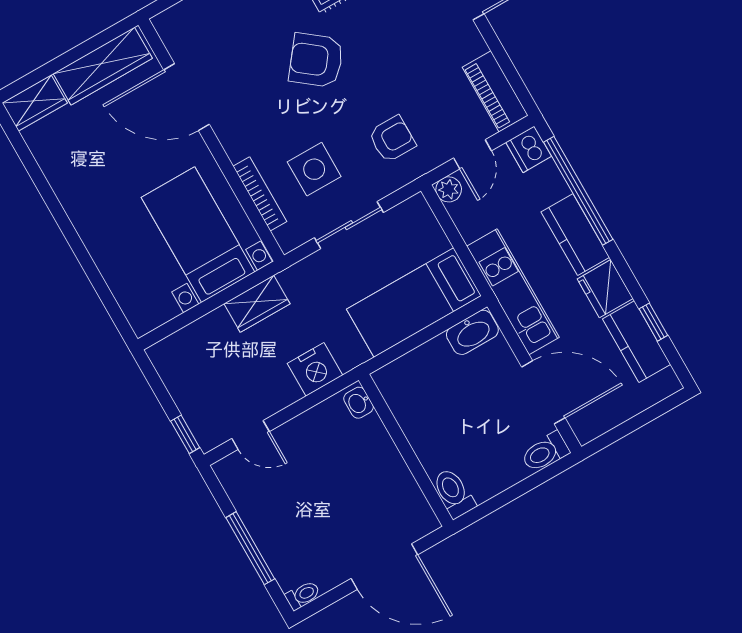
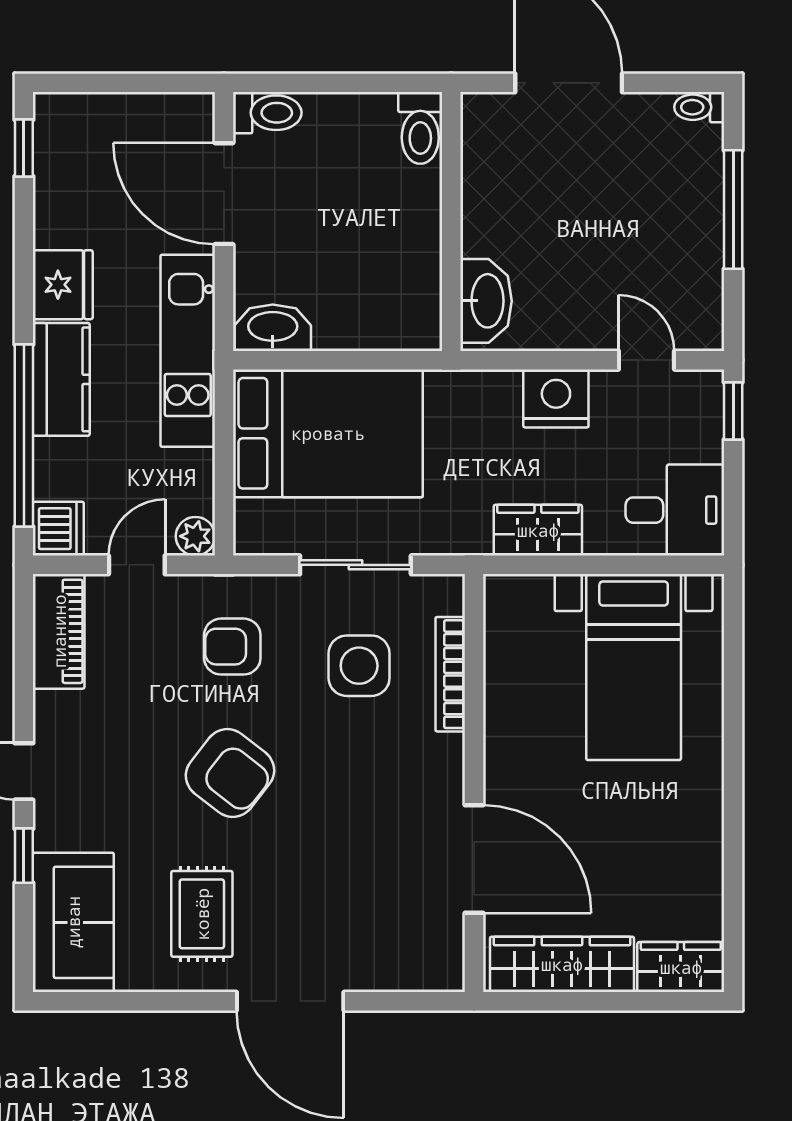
armchair: (316, 60) -> (230, 773), moved
bed with nightstands: (198, 235) -> (634, 667), moved
bed: (414, 303) -> (328, 433), width x1.50
window: (653, 322) -> (24, 148), moved
kitchen counter: (637, 342) -> (61, 190), removed
desk: (186, 359) -> (675, 510), added
nightstand: (315, 369) -> (556, 398), moved
washbasin: (359, 403) -> (486, 301), width x1.91, depth x1.45

